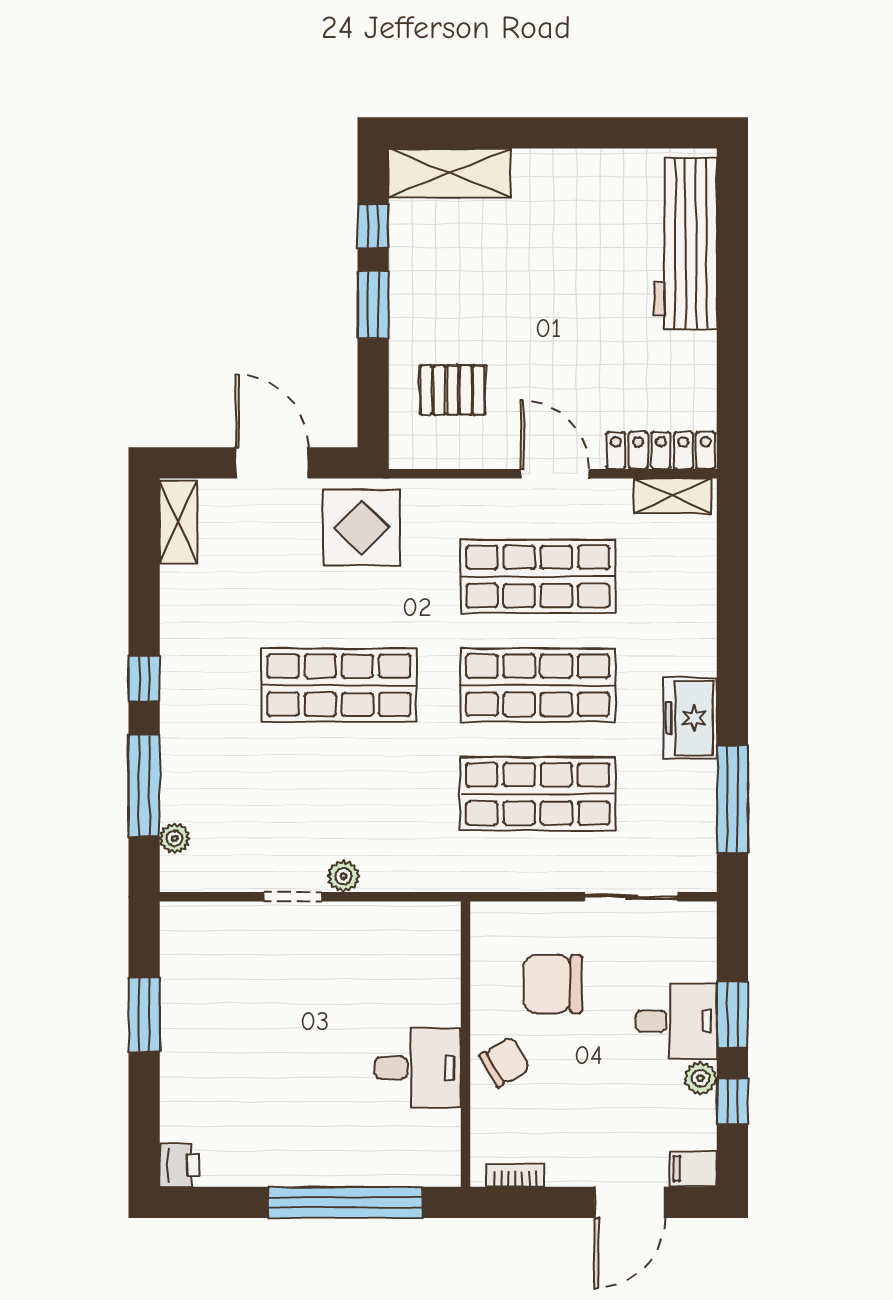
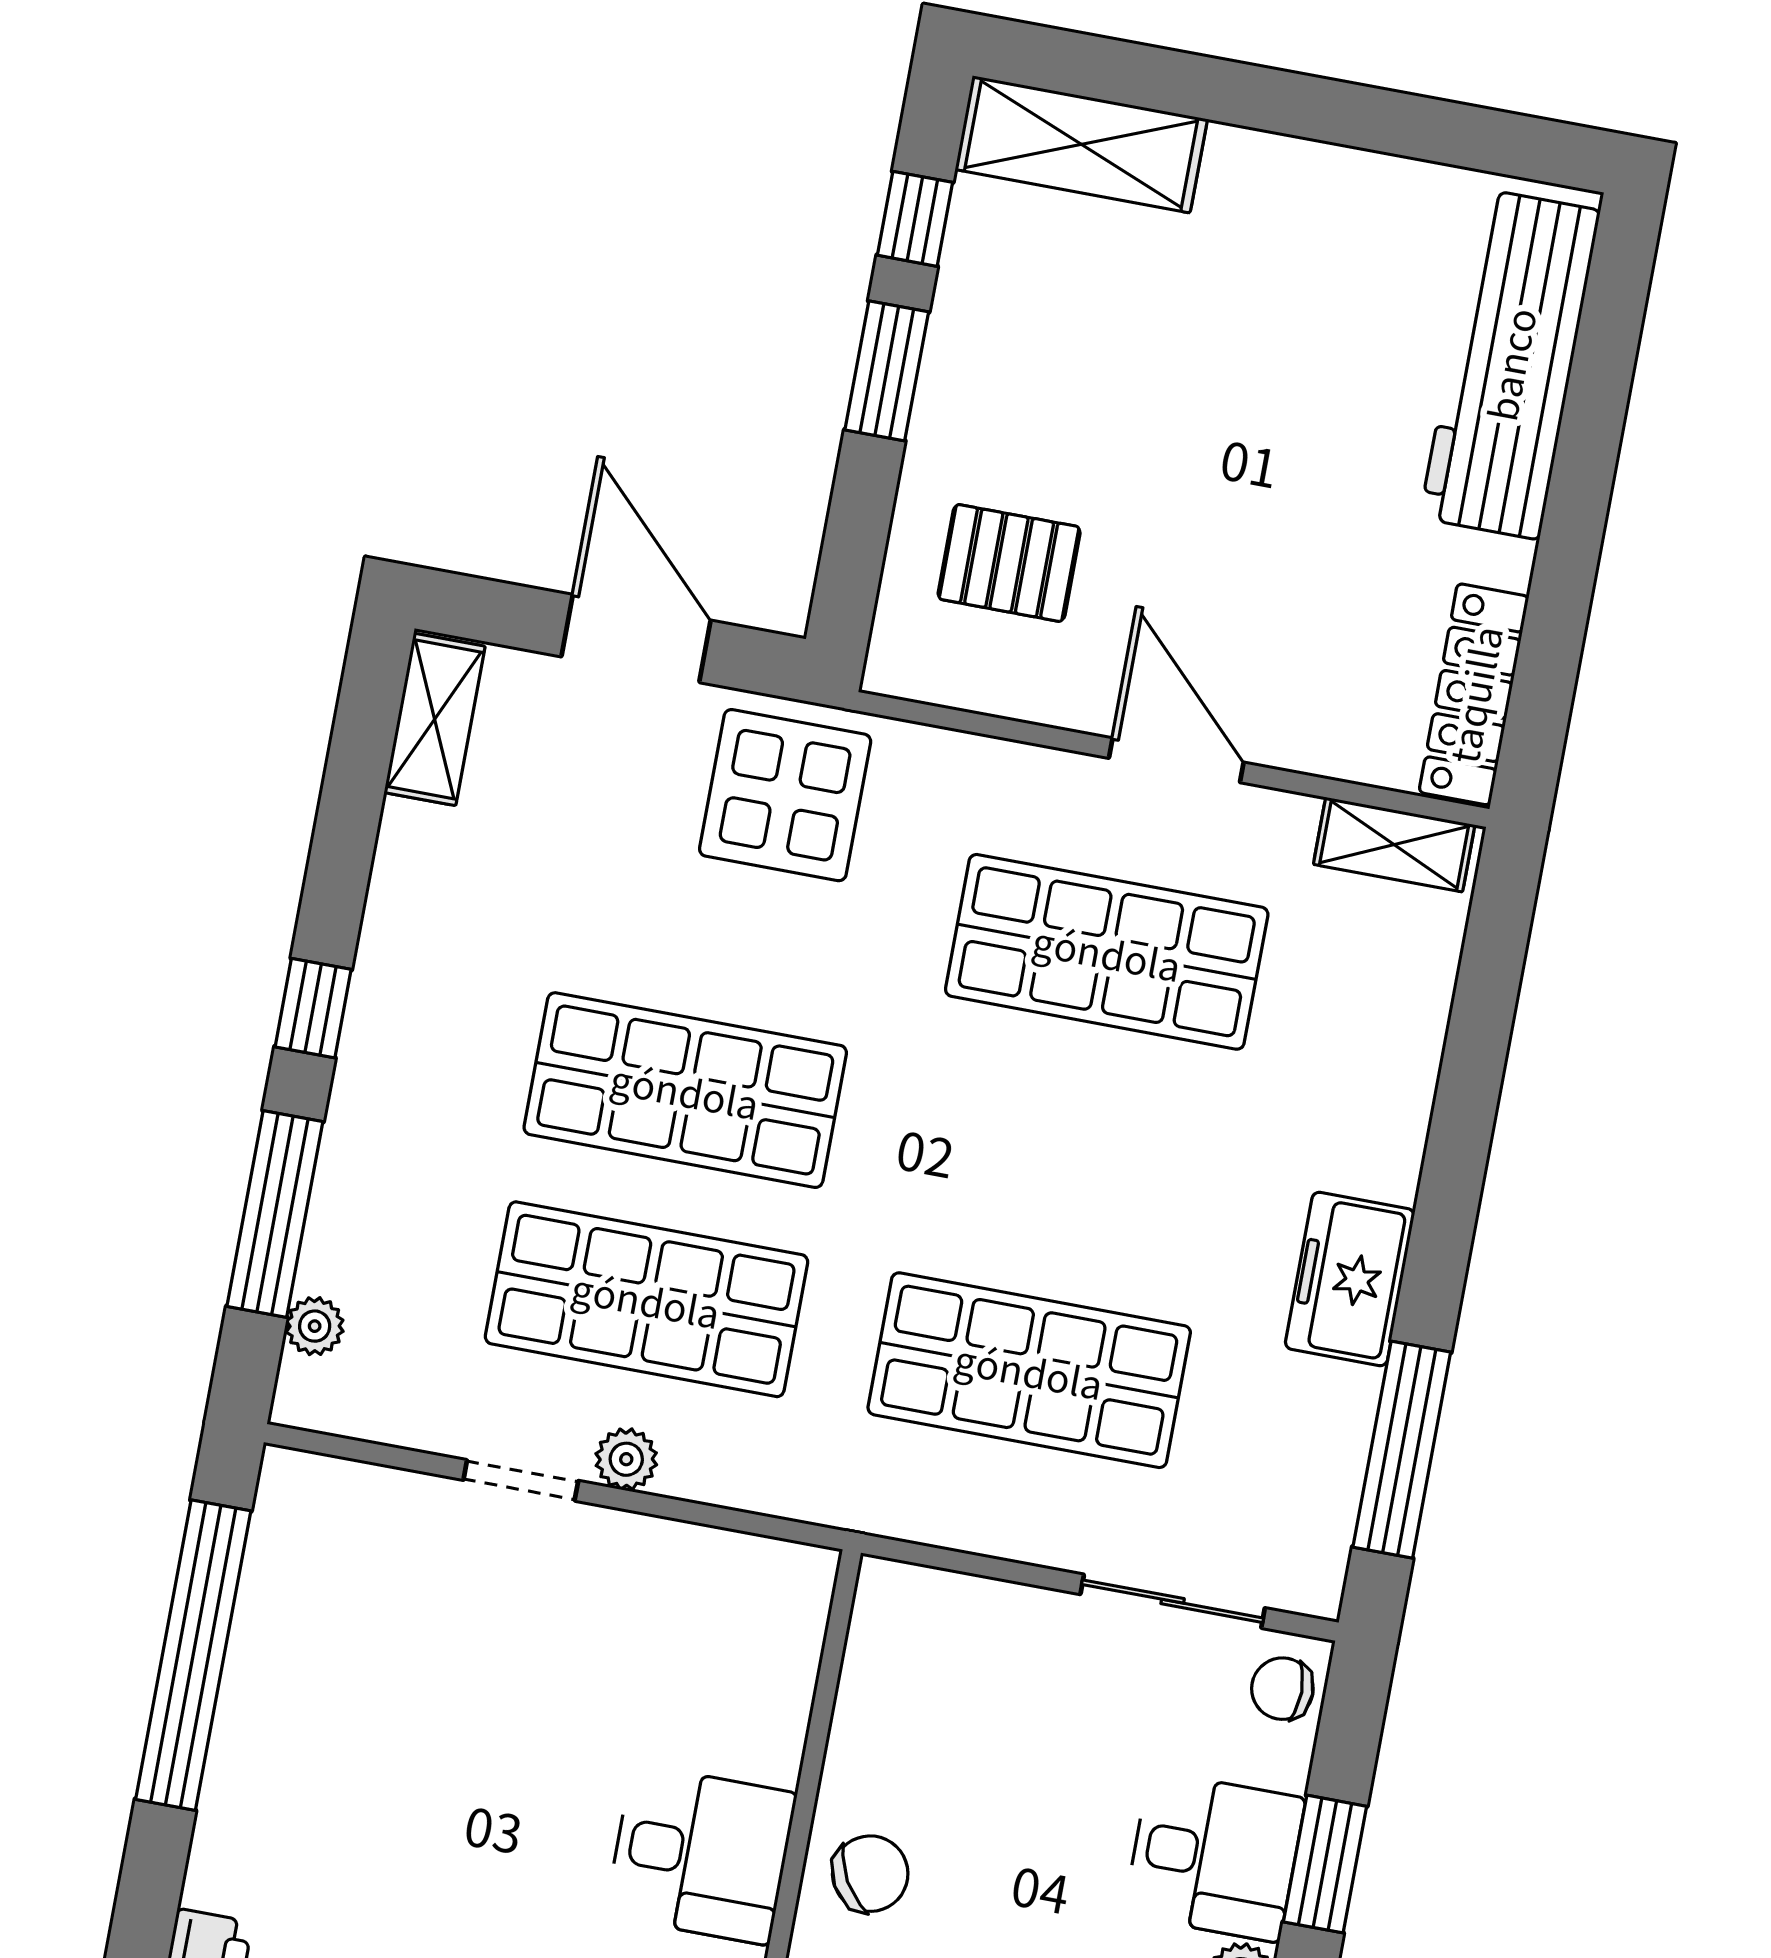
locker: (661, 450) -> (1474, 694), moved, turned -90
shop shelf: (538, 685) -> (646, 1299), moved
chair: (553, 984) -> (1282, 1689), moved, width x0.54, depth x0.54
window: (144, 1015) -> (193, 1655), width x2.11

